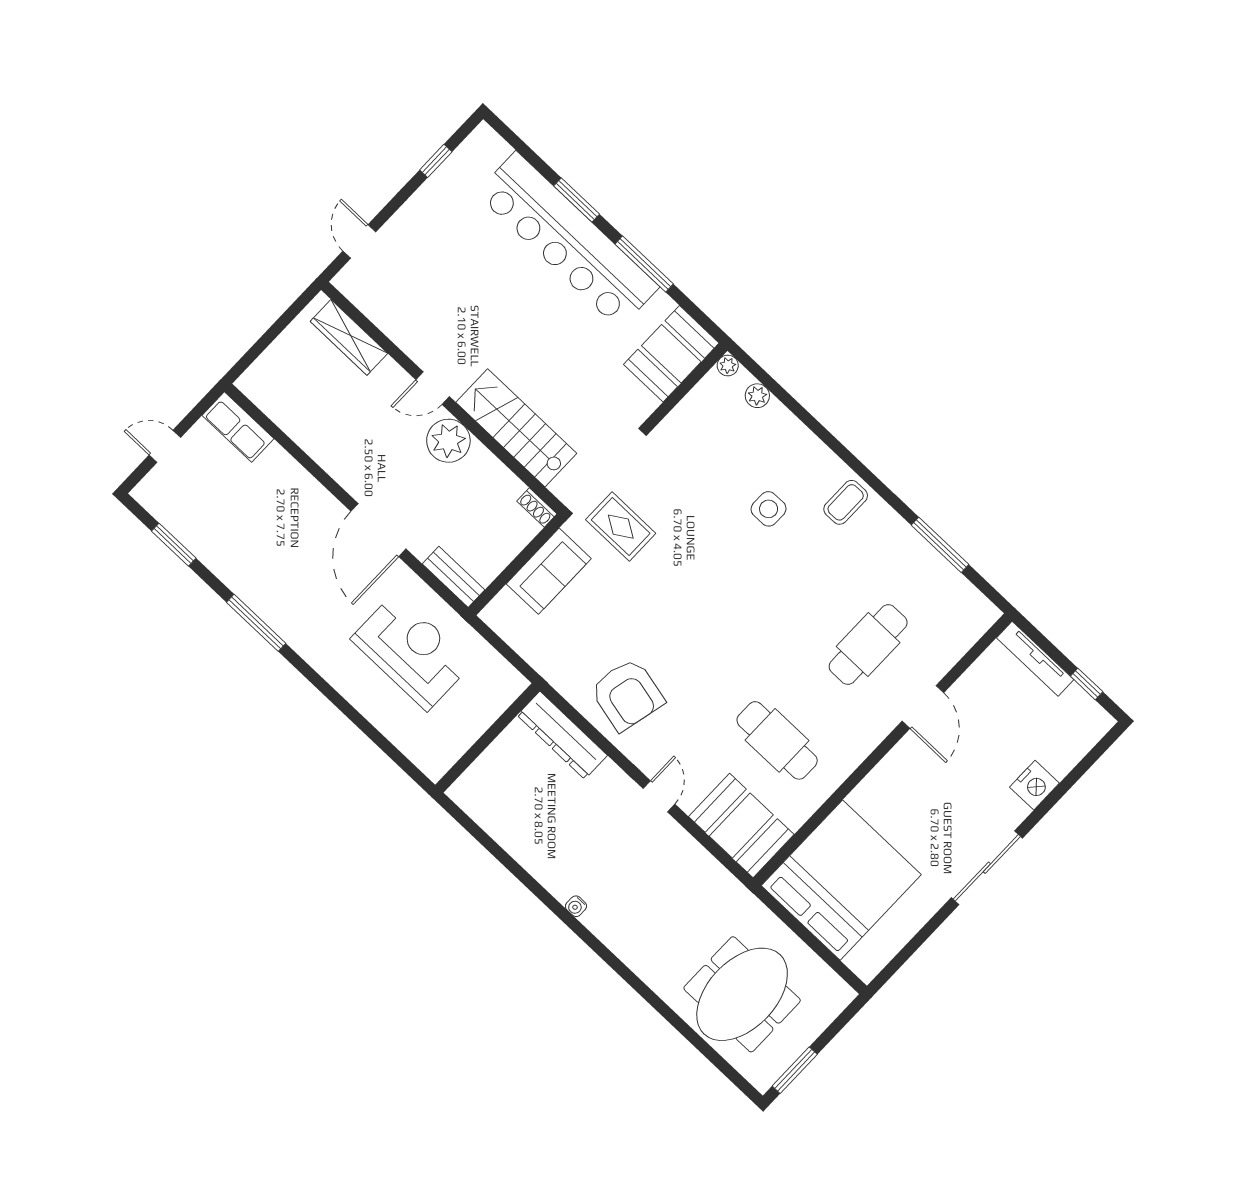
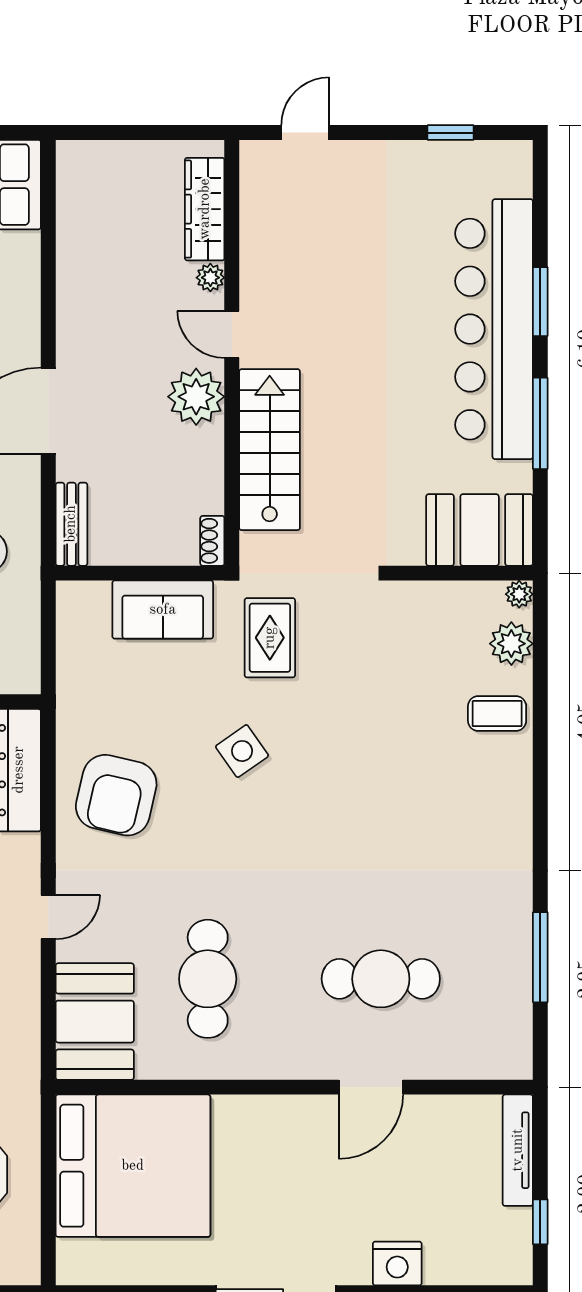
plant: (390, 370) -> (210, 278), added
plant: (757, 396) -> (511, 644), width x1.38, depth x1.38
coffee table: (846, 502) -> (497, 714), moved
side table: (769, 509) -> (242, 751), moved, turned -35

